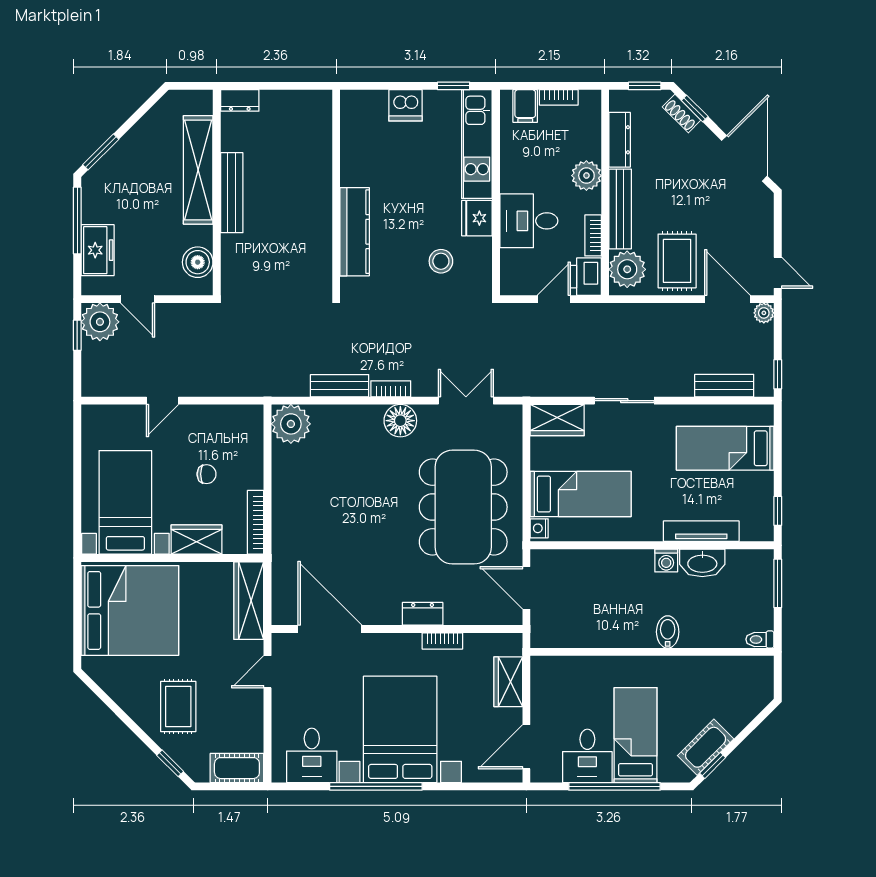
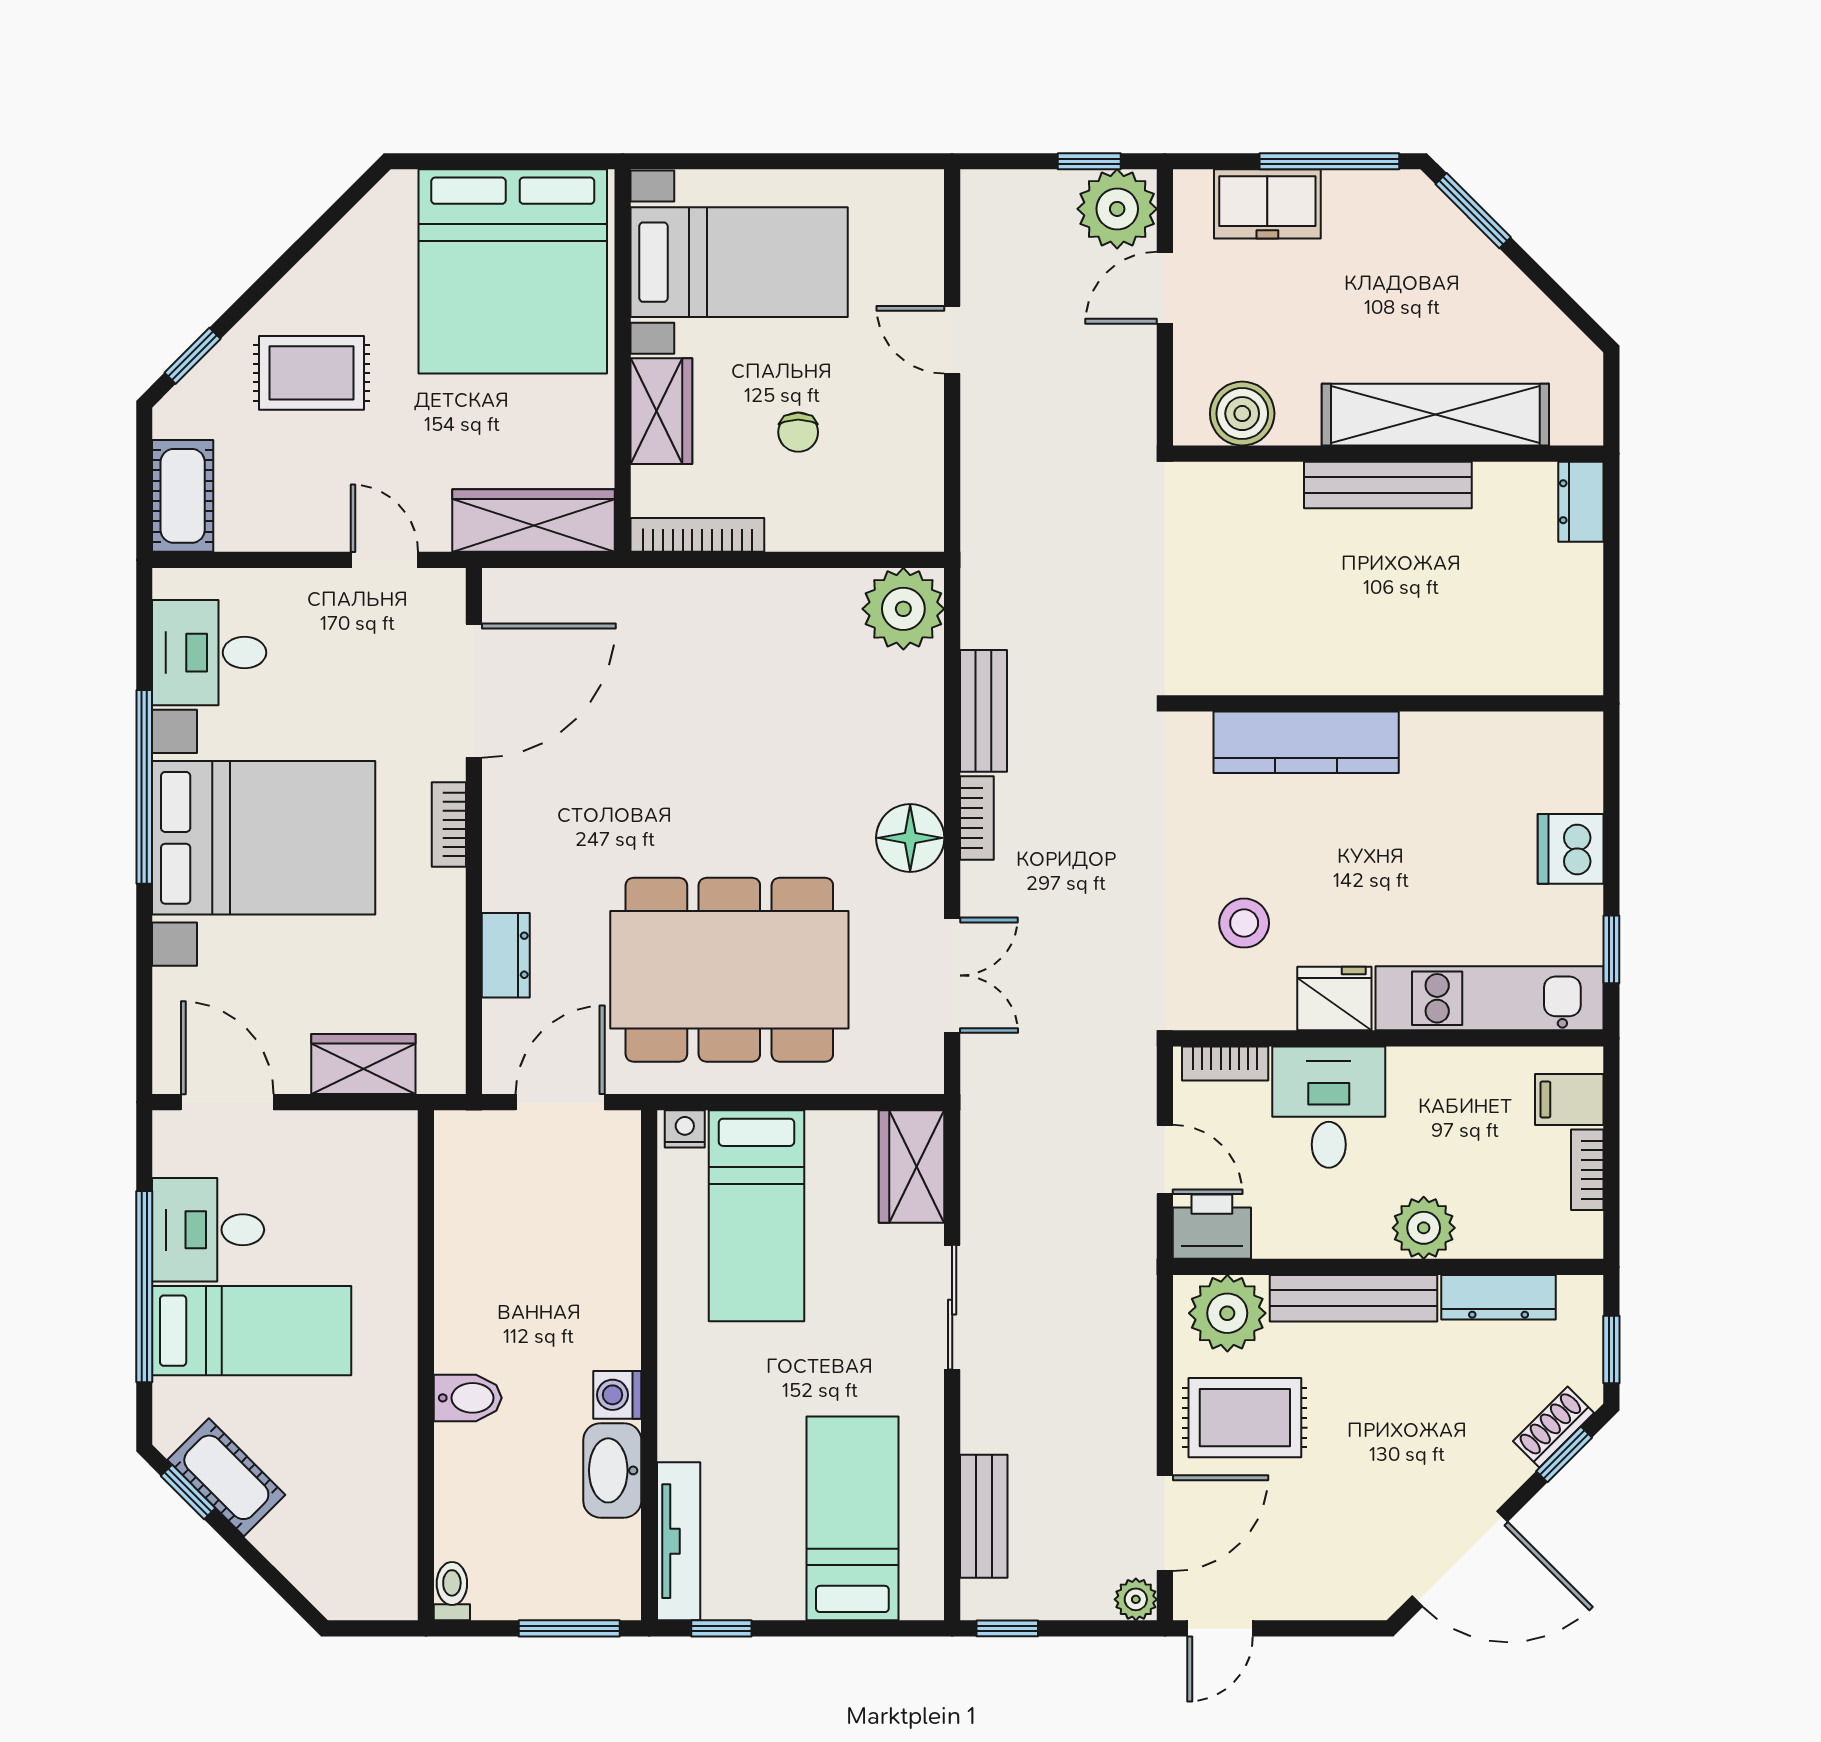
bookcase: (593, 235) -> (1225, 1064), moved, turned 180
tv unit: (701, 531) -> (679, 1541), moved
dresser: (423, 614) -> (506, 955), moved
bookcase: (442, 641) -> (449, 825), moved

